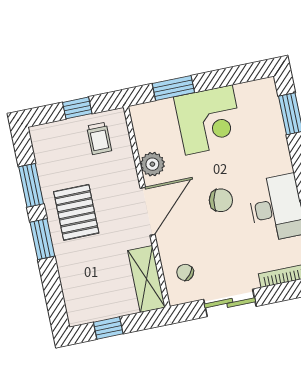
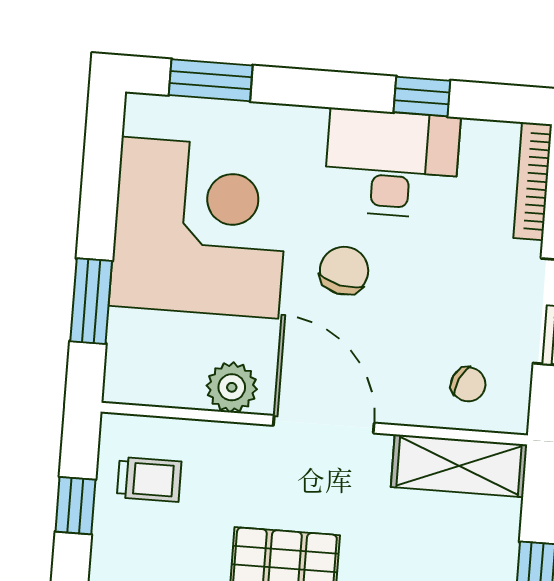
corner desk: (209, 120) -> (200, 228), width x1.36, depth x1.36
chair: (185, 272) -> (468, 384), turned -105

